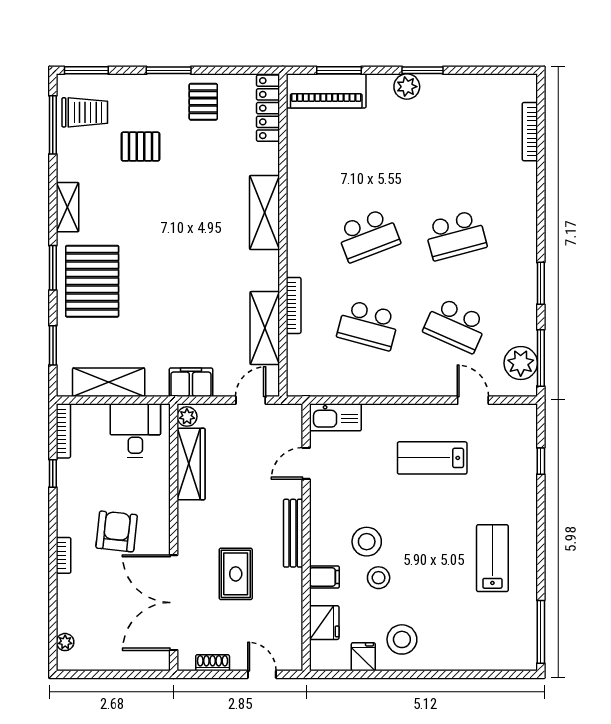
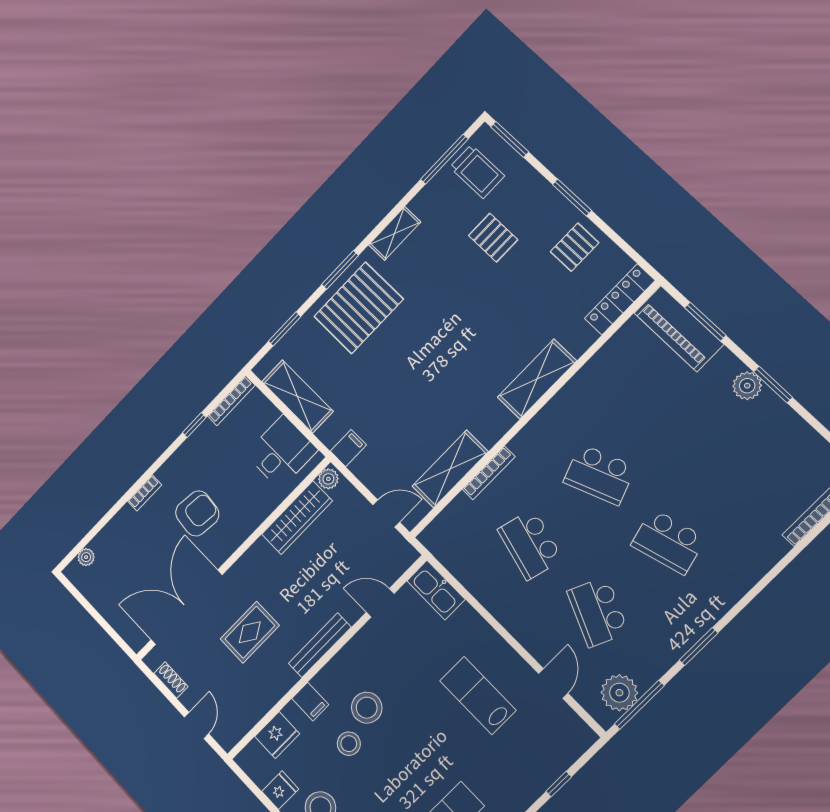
filing cabinet: (191, 382) -> (348, 448), width x0.50

